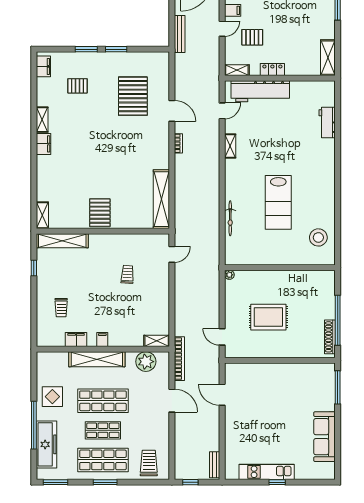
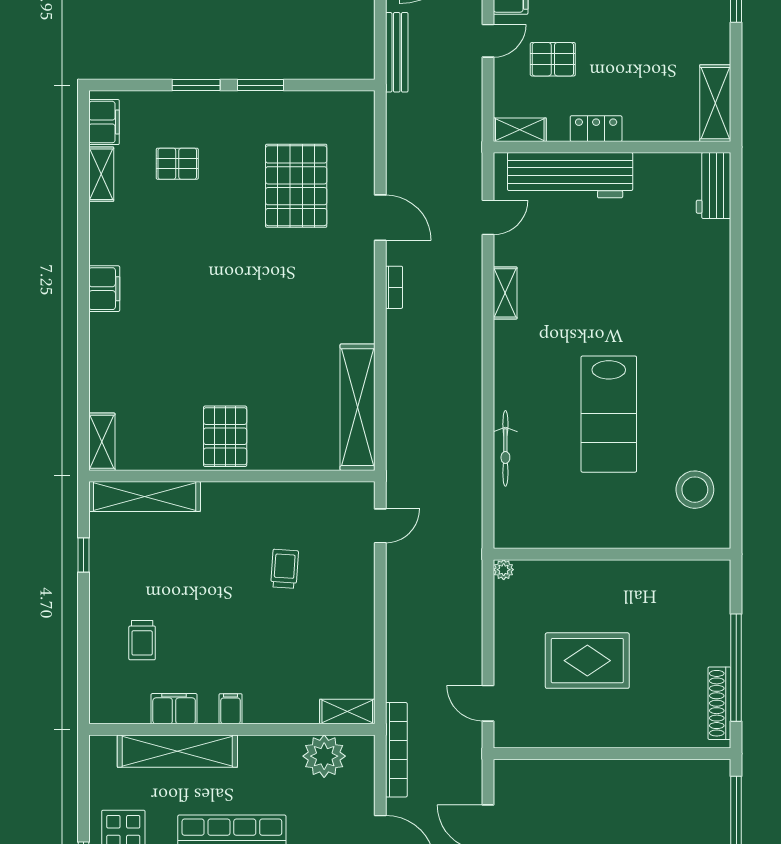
shelving: (42, 120) -> (101, 174), moved
workbench: (327, 123) -> (714, 186), moved
shelving: (97, 359) -> (177, 751), moved

